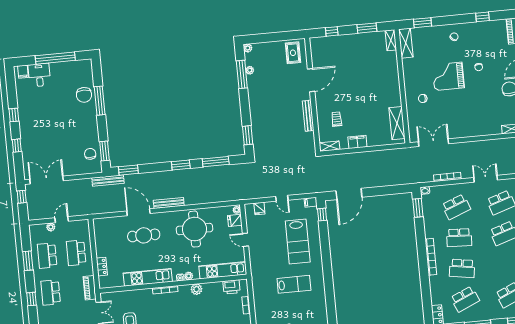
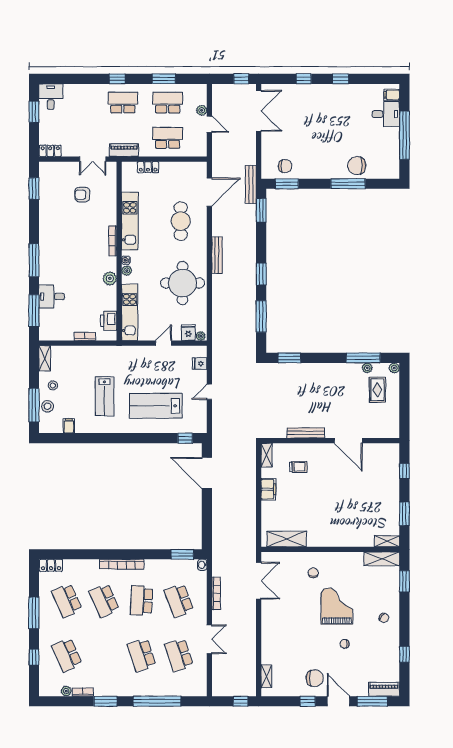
rug: (293, 53) -> (377, 390), moved, turned 90
filing cabinet: (311, 202) -> (69, 426), moved
door: (138, 212) -> (209, 192), moved
school desk: (462, 268) -> (104, 601), turned -33

